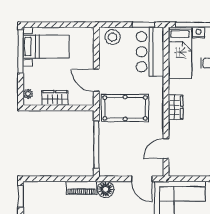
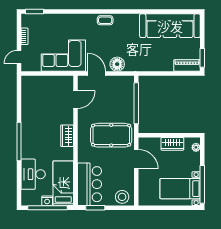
piano: (81, 188) -> (187, 65), moved
floor lamp: (106, 189) -> (117, 64), moved

